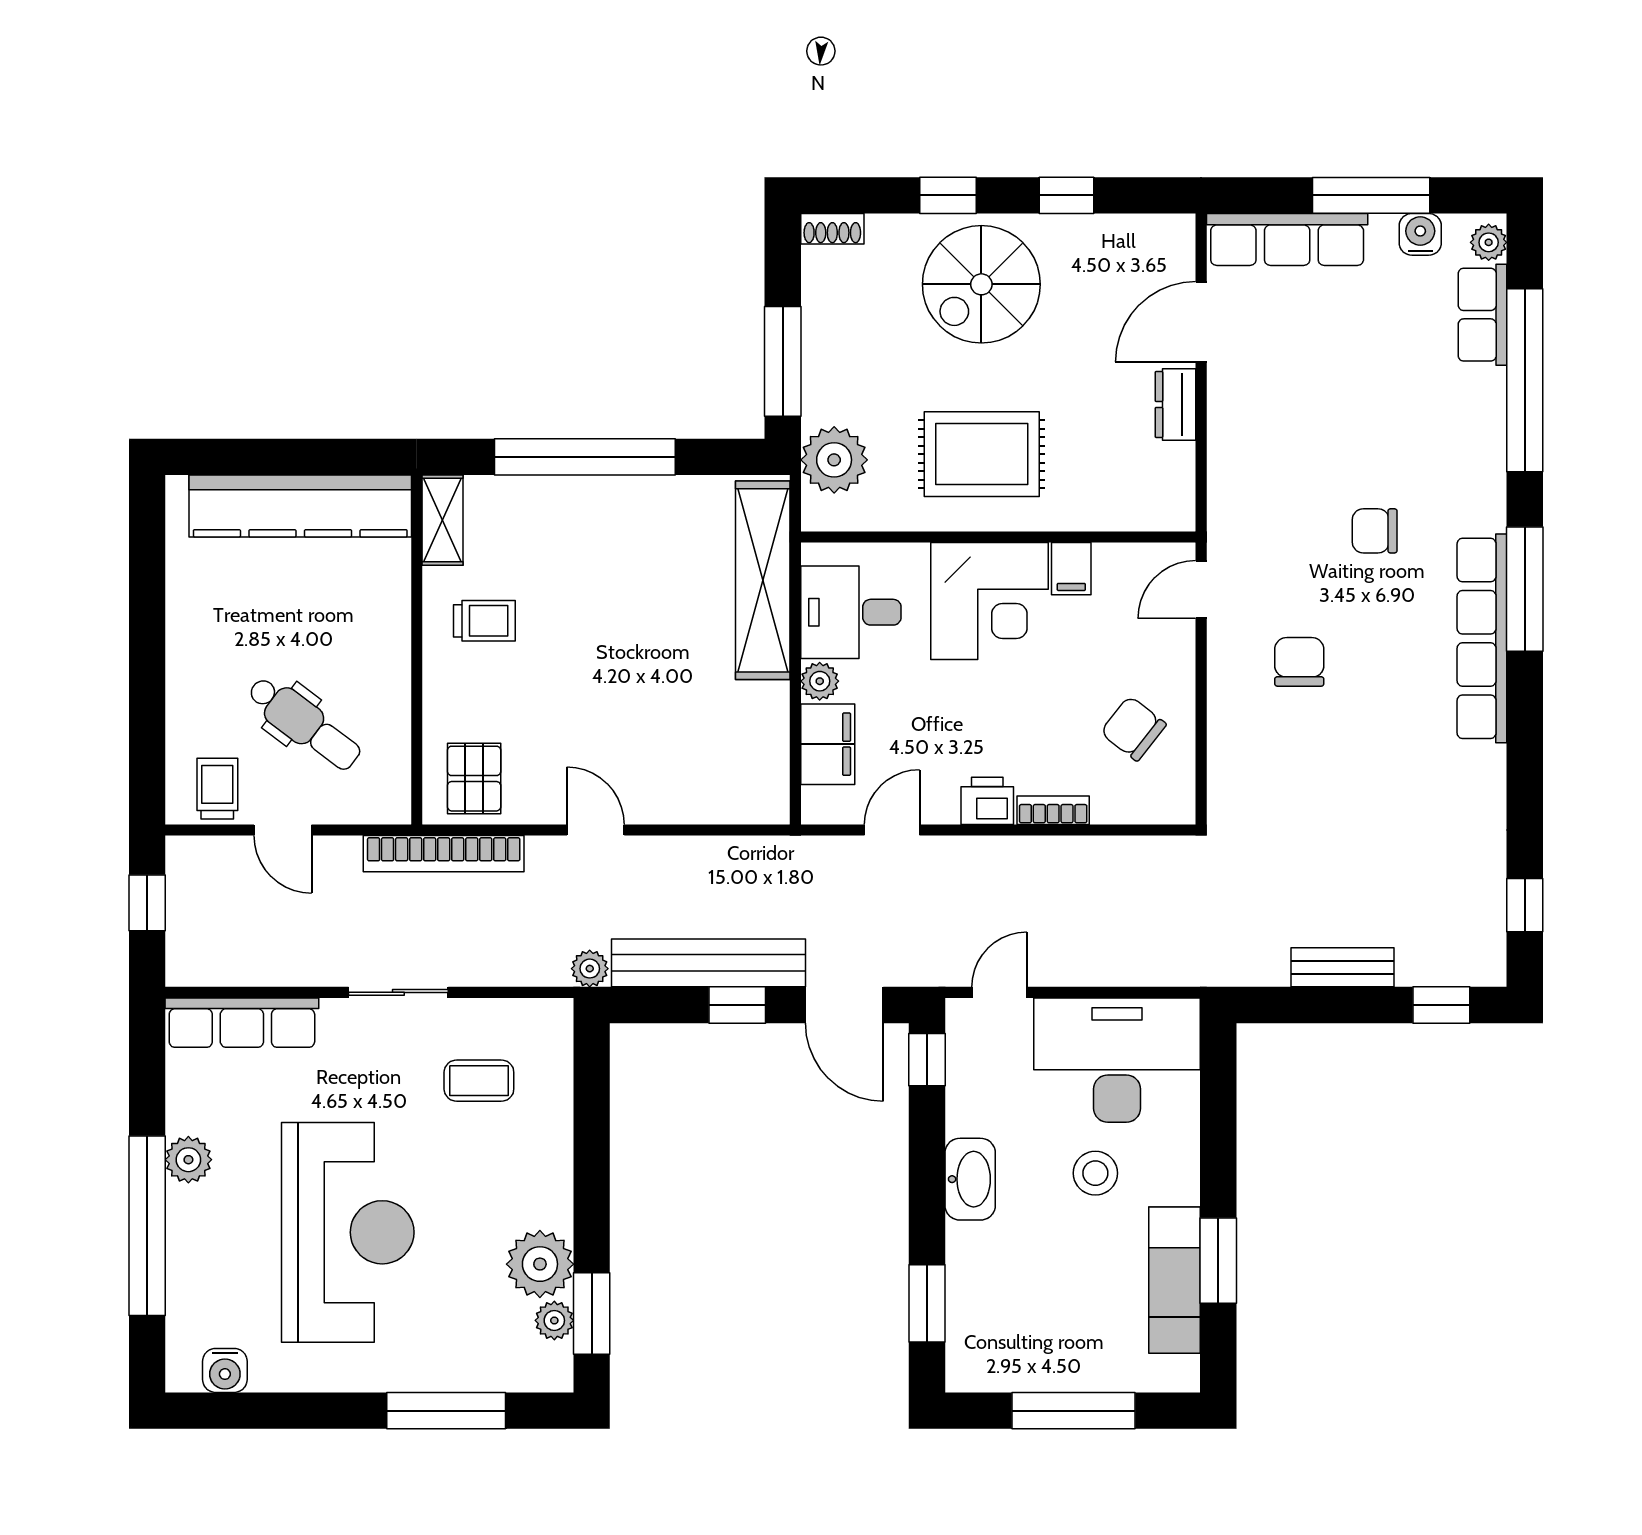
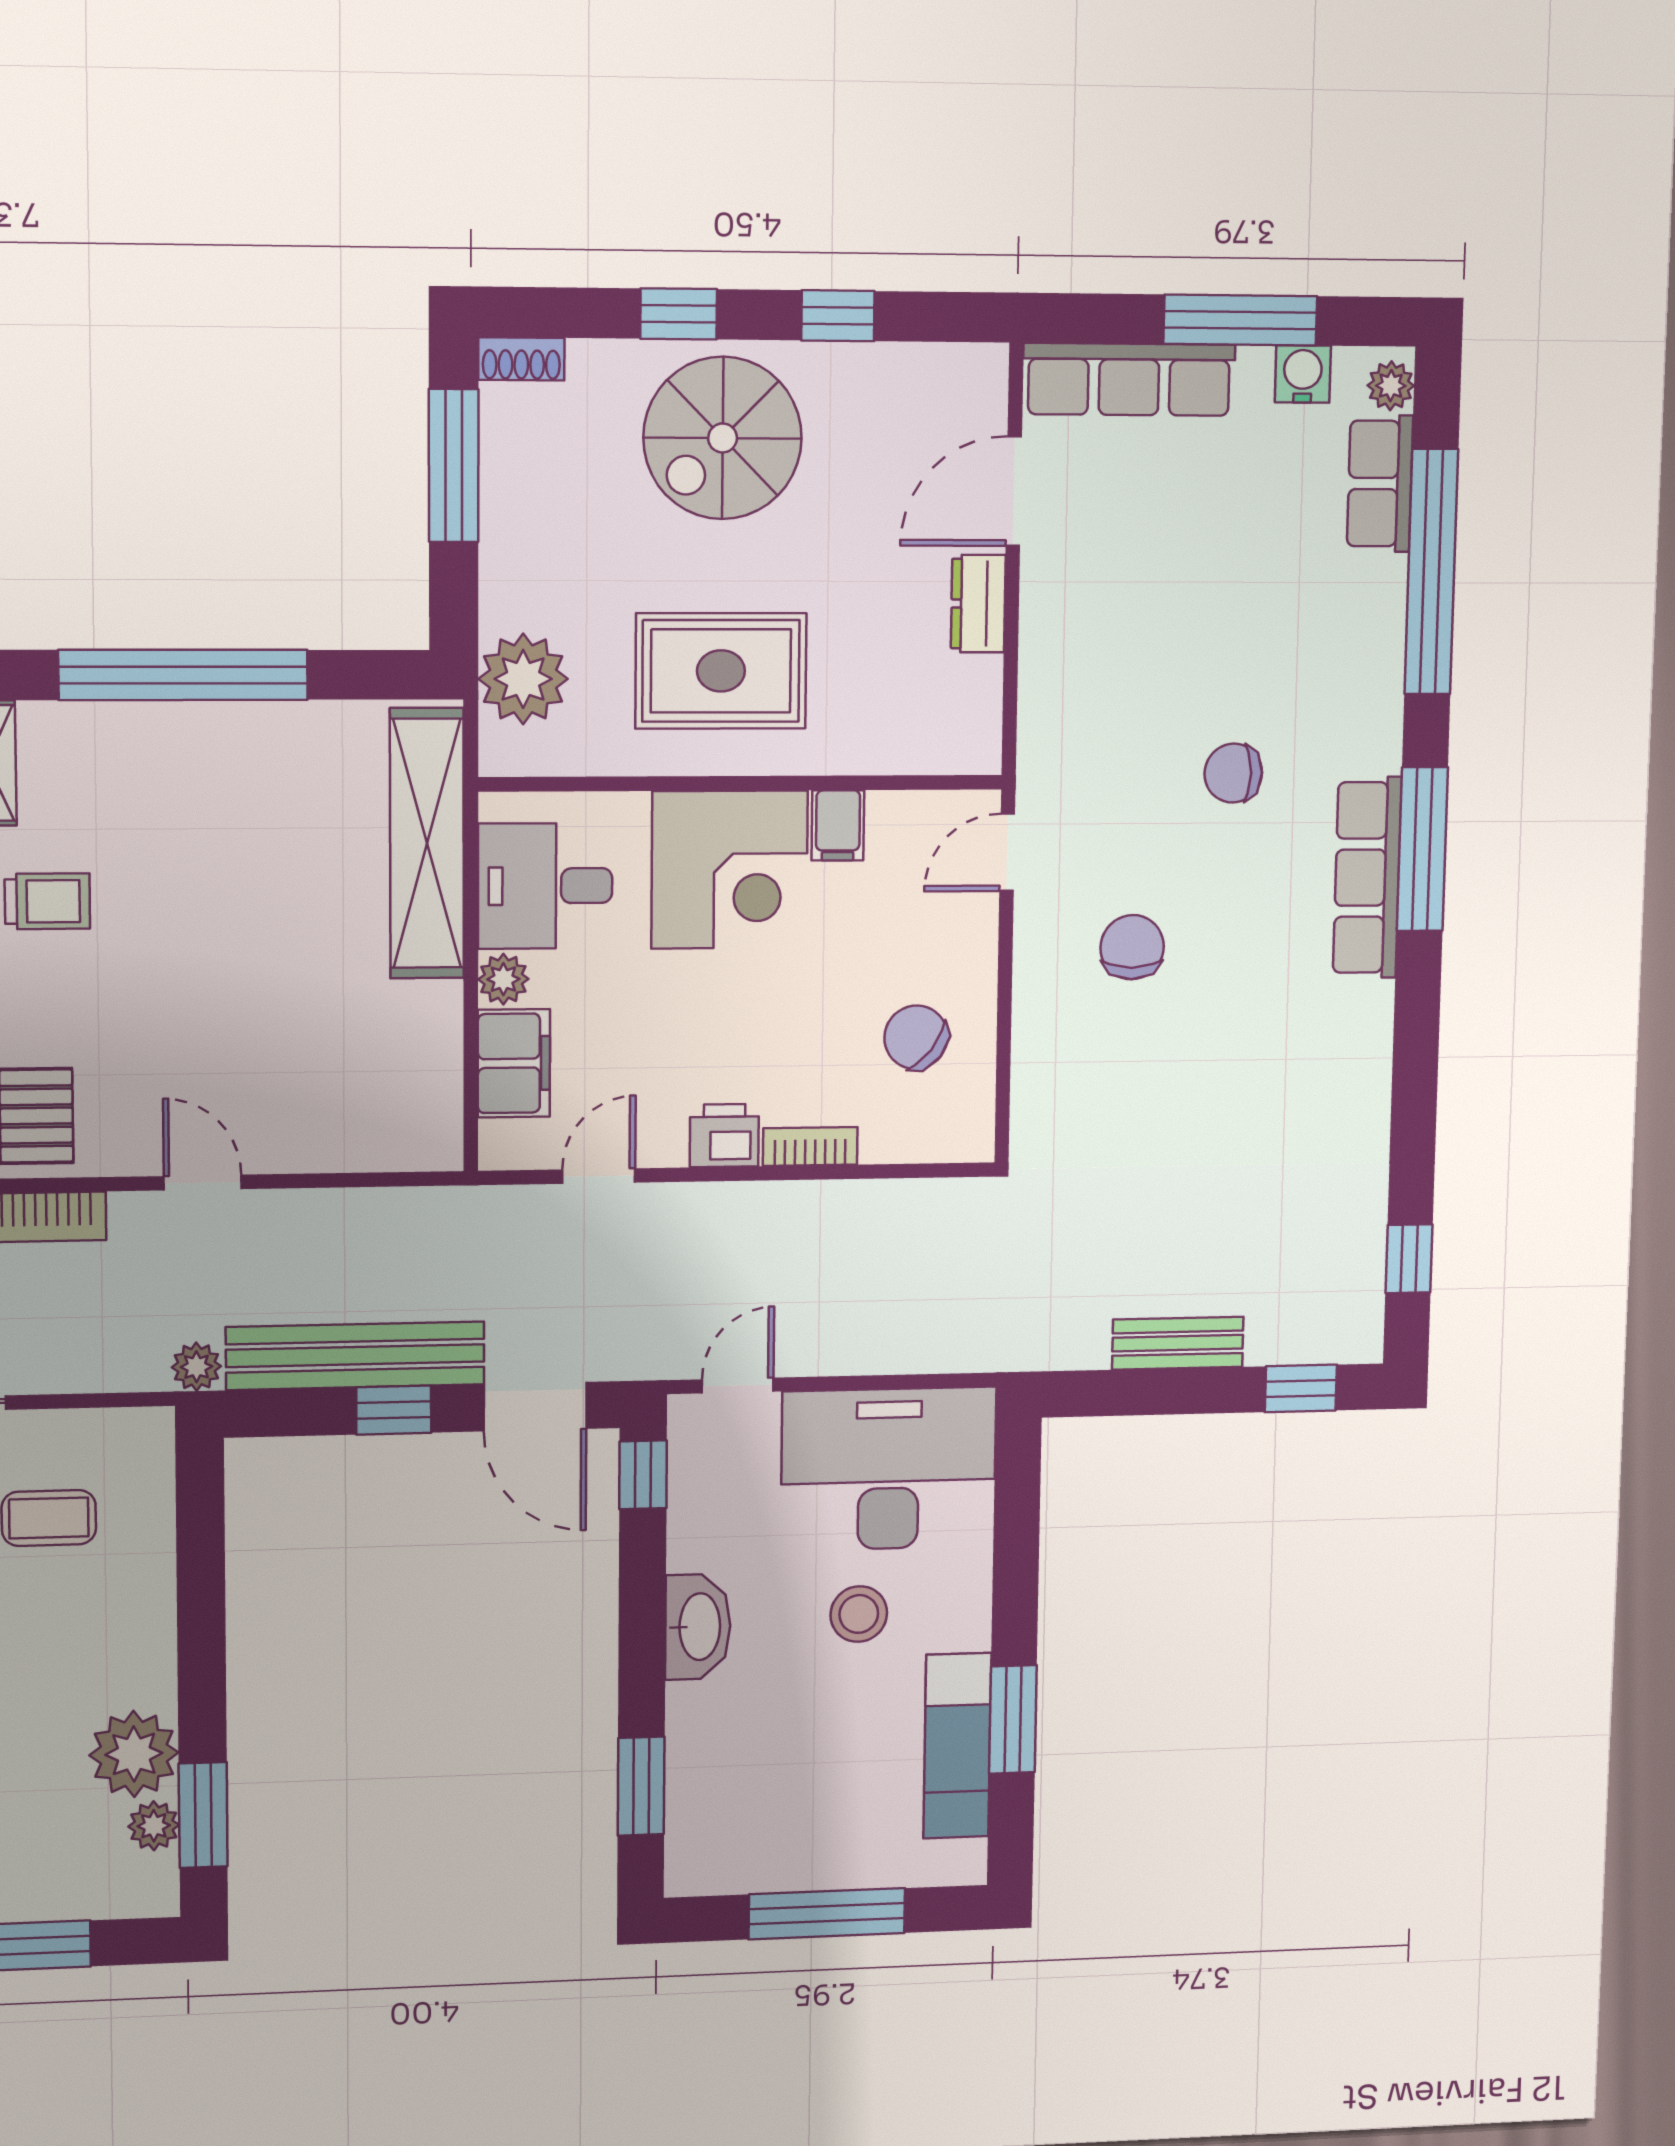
window: (783, 361) -> (454, 466), moved
row of seats: (1482, 638) -> (1367, 878), width x0.73

